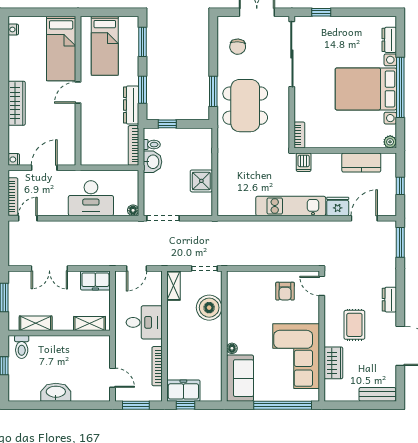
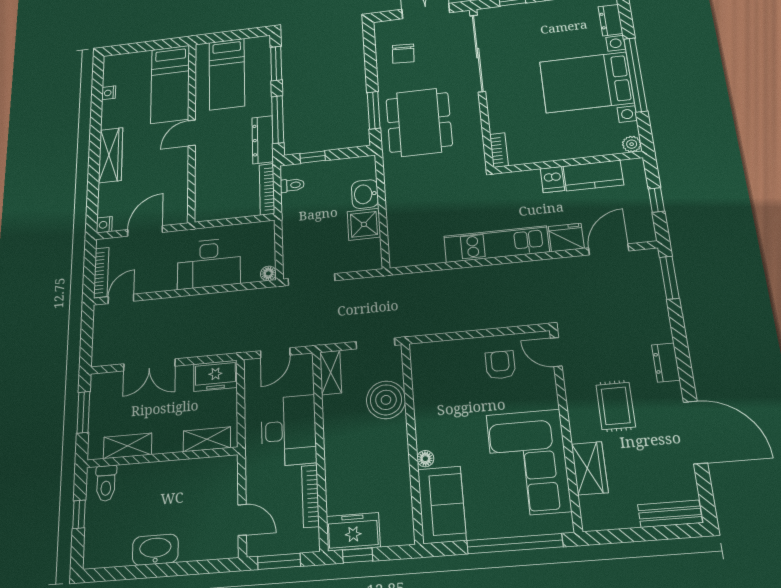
nightstand: (13, 29) -> (109, 93), moved
window: (142, 90) -> (278, 119), width x1.44
washbasin: (152, 162) -> (365, 194), moved, turned 180
dishwasher: (304, 162) -> (552, 180), moved
armchair: (285, 291) -> (500, 365), turned 180
desk: (144, 322) -> (289, 431), width x1.37

